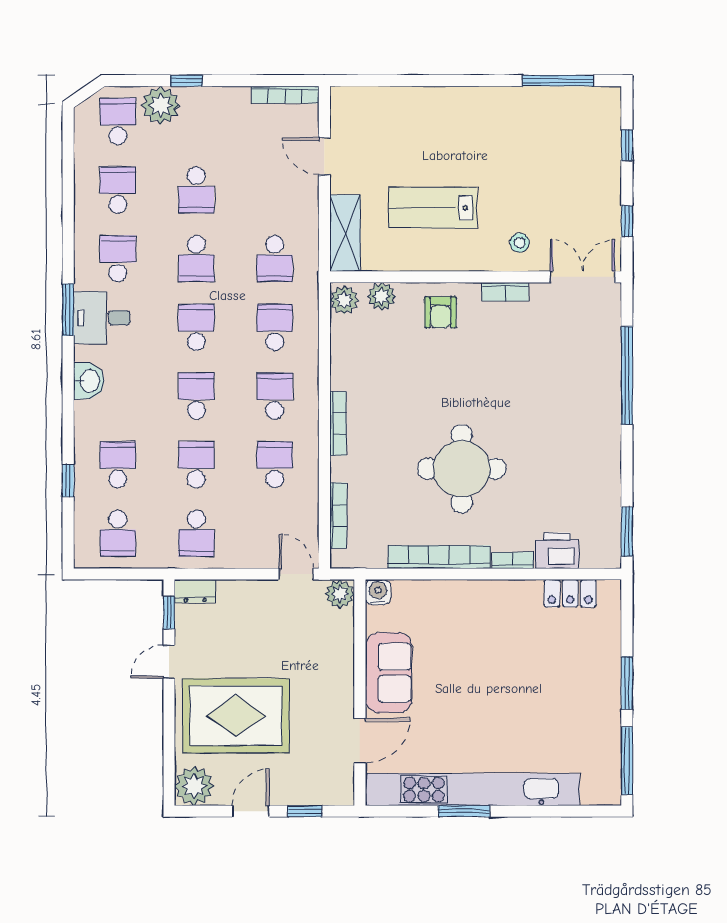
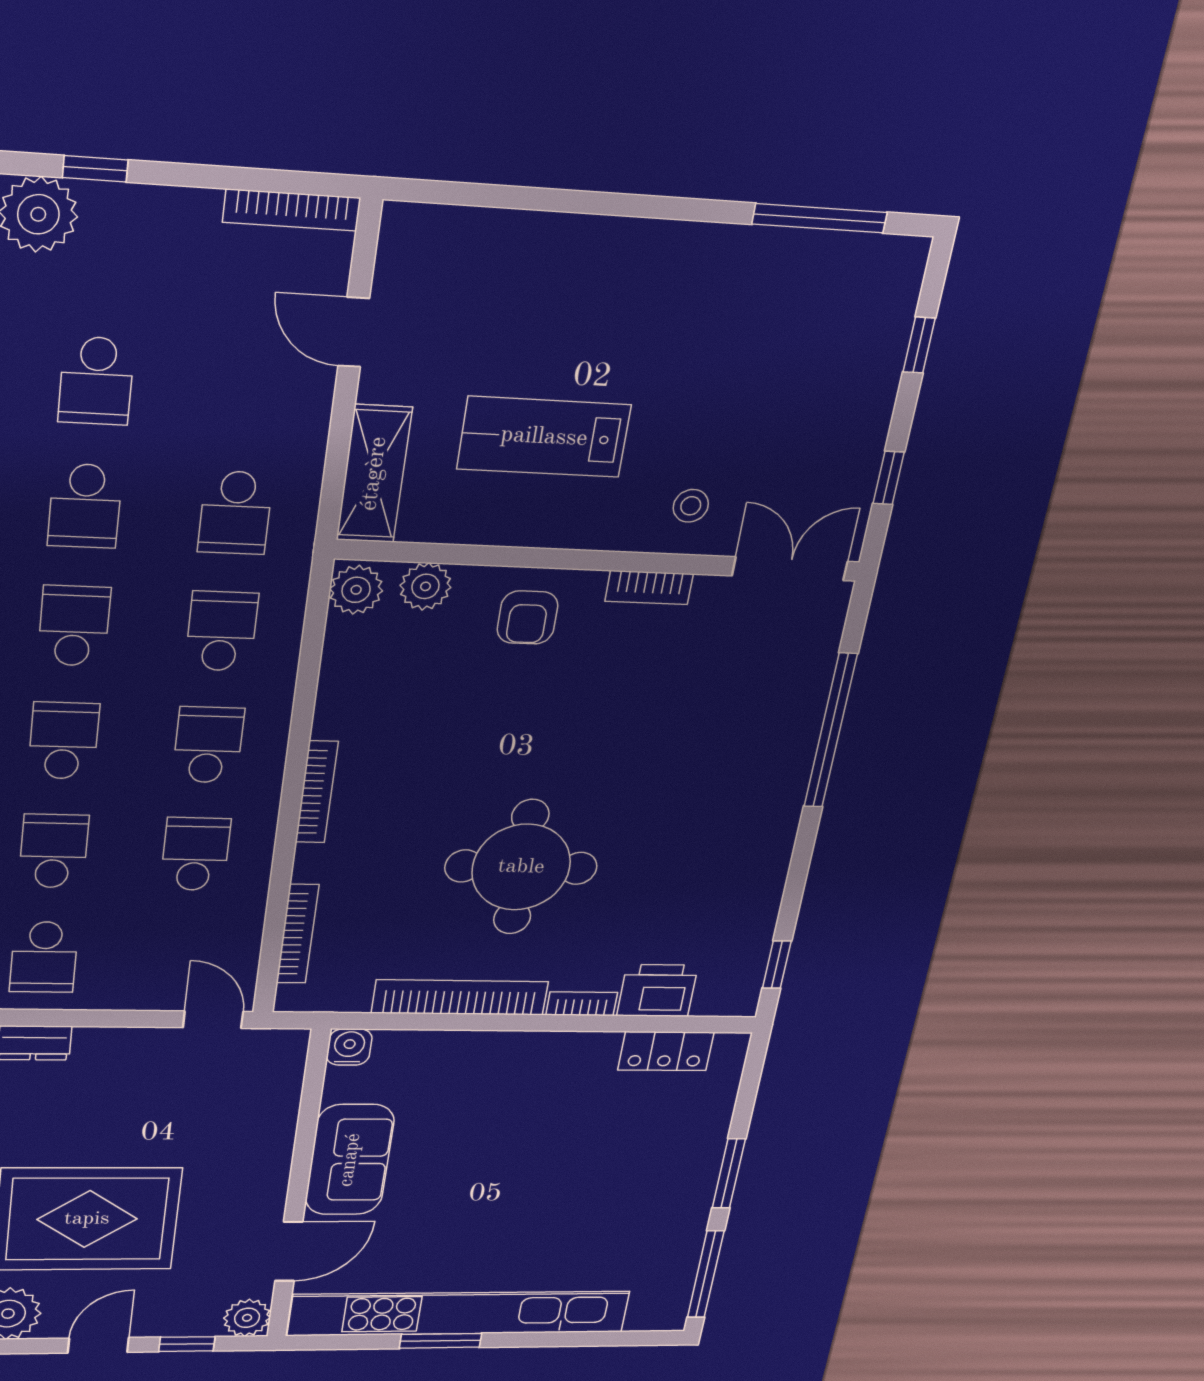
window: (627, 532) -> (777, 965), width x0.67
plant: (340, 594) -> (247, 1318), moved

